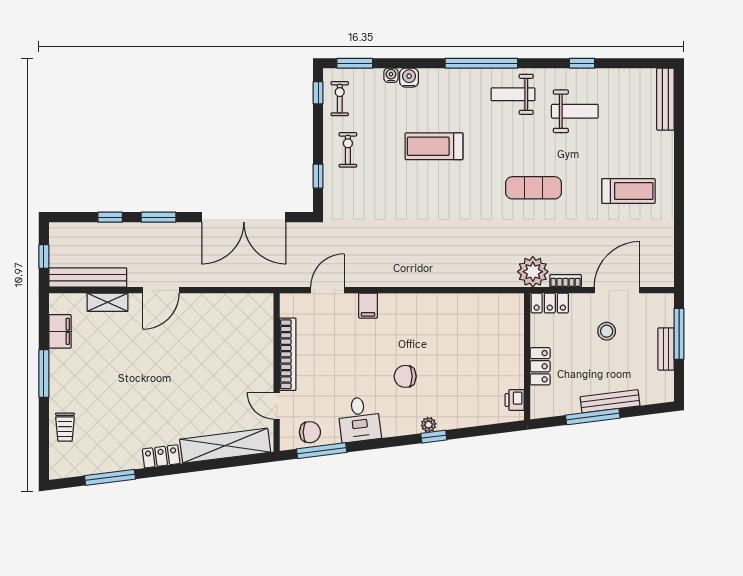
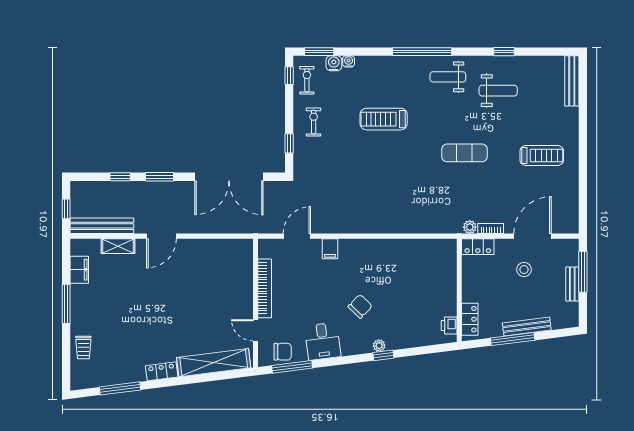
water cooler: (409, 78) -> (334, 63), moved
plant: (533, 272) -> (470, 227), width x0.53, depth x0.53
locker: (540, 366) -> (470, 319), moved
chair: (405, 376) -> (360, 306), turned 134

